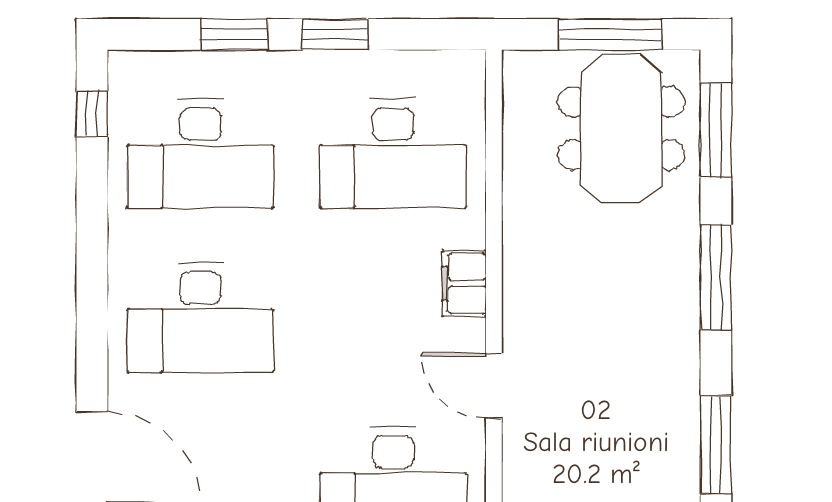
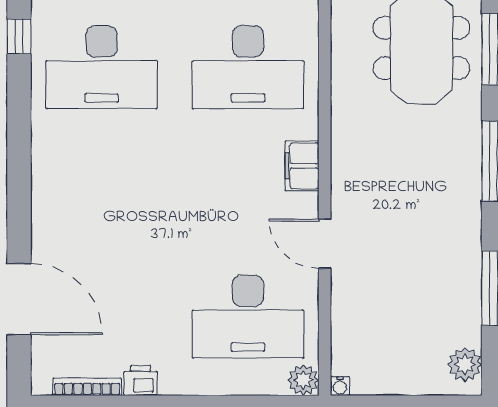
desk: (201, 318) -> (102, 192), removed

